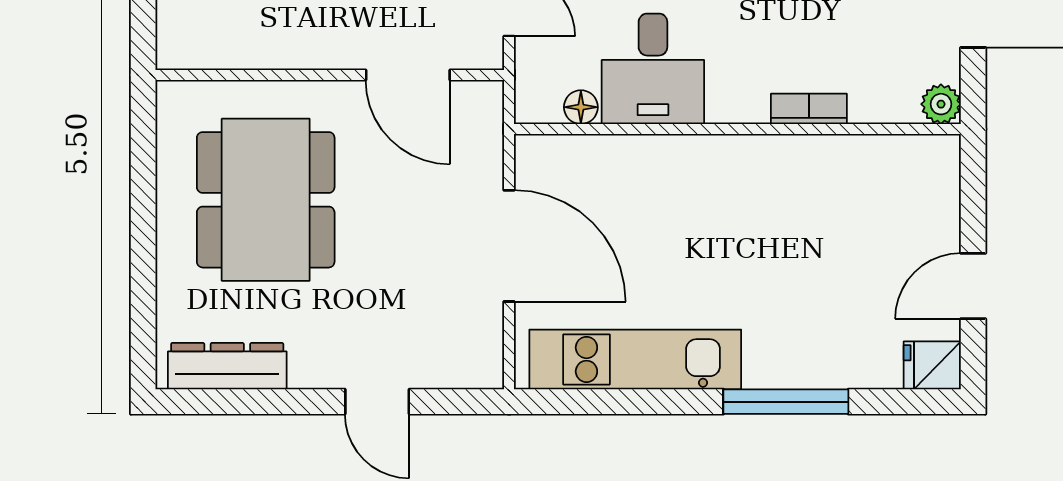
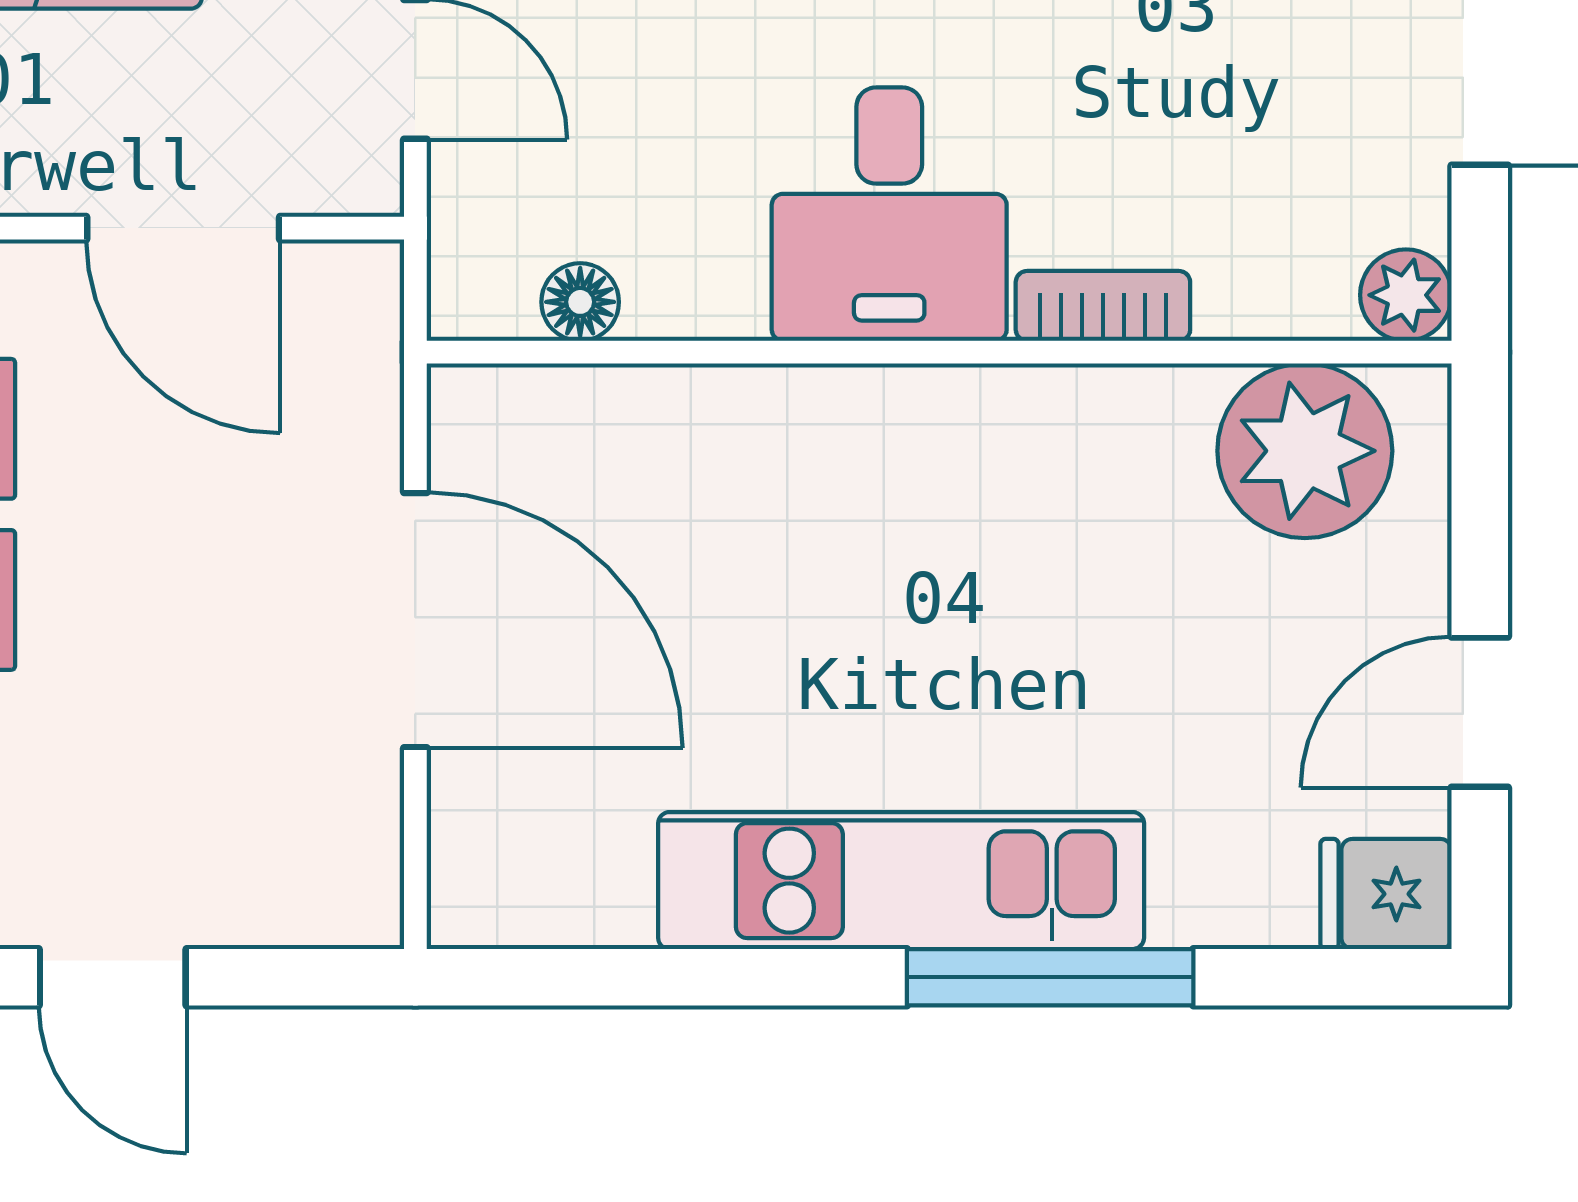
desk: (653, 69) -> (889, 214), moved
plant: (897, 172) -> (1305, 451), added
kitchen unit: (635, 359) -> (901, 881), moved

